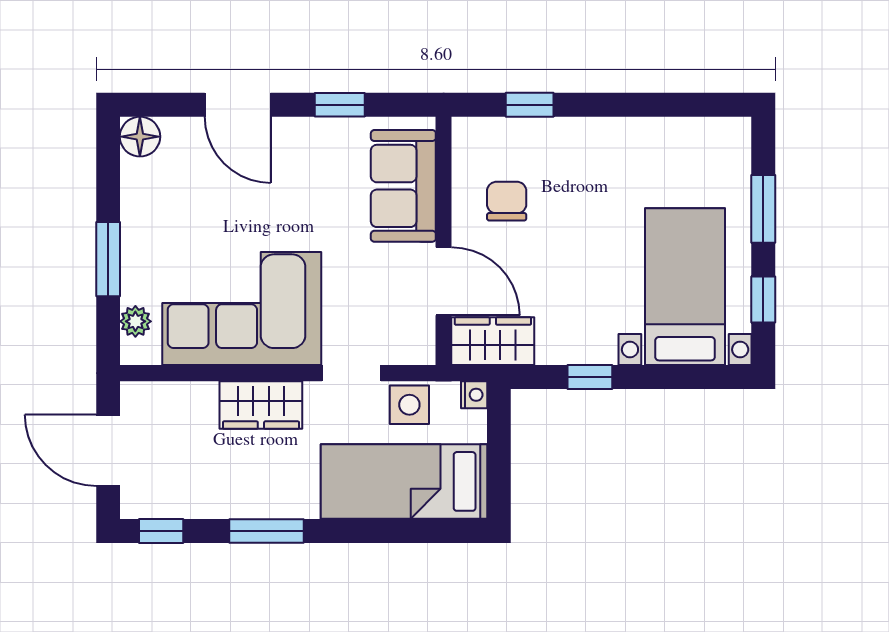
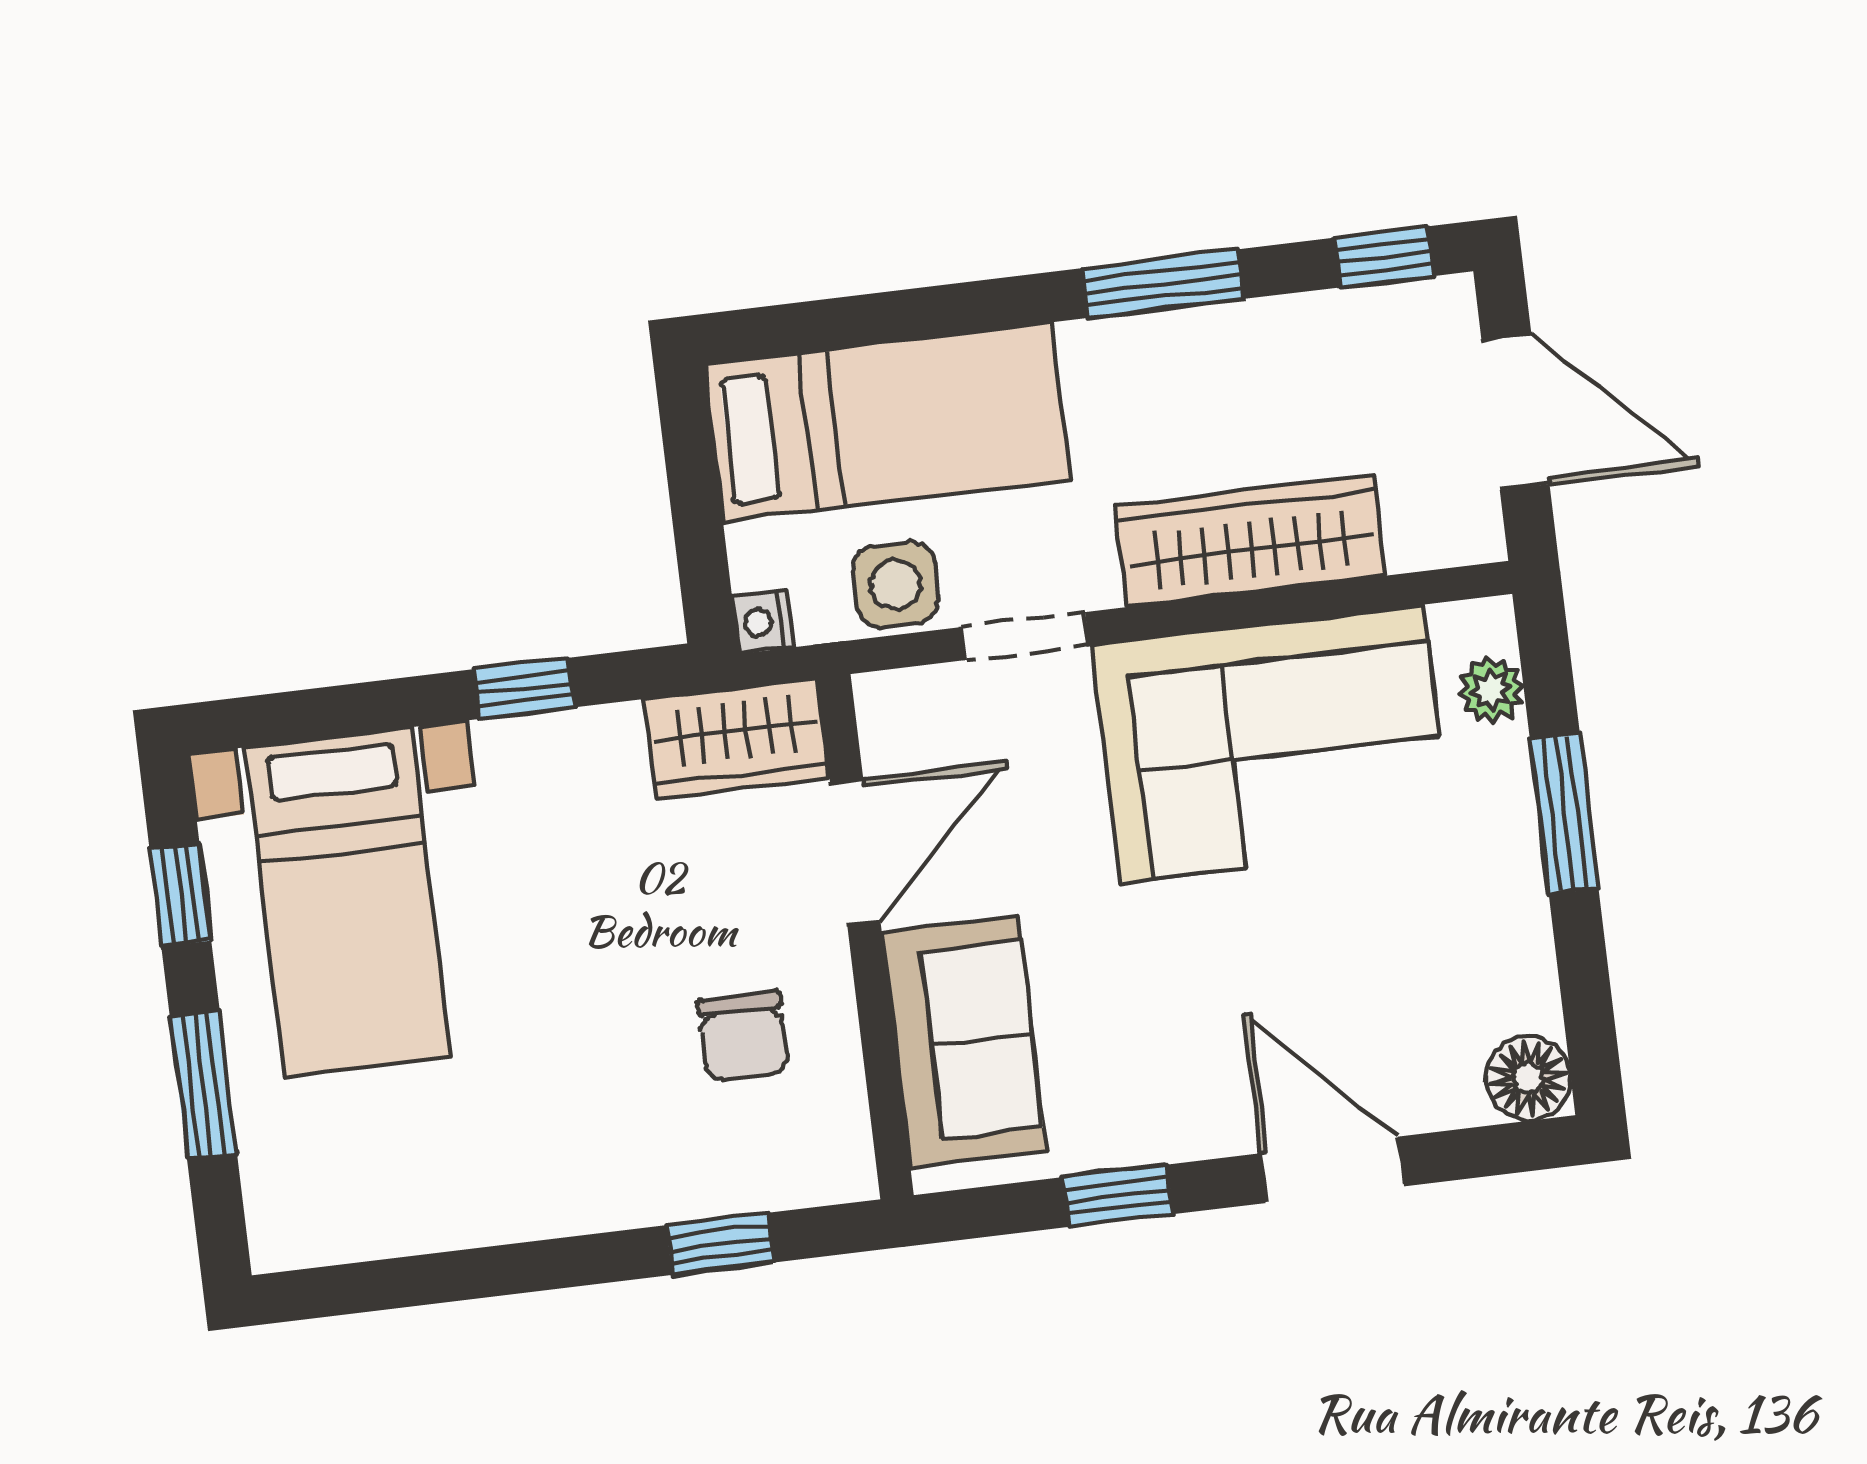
door: (444, 281) -> (855, 852), swing flipped
wardrobe: (261, 405) -> (1250, 541), width x1.50

